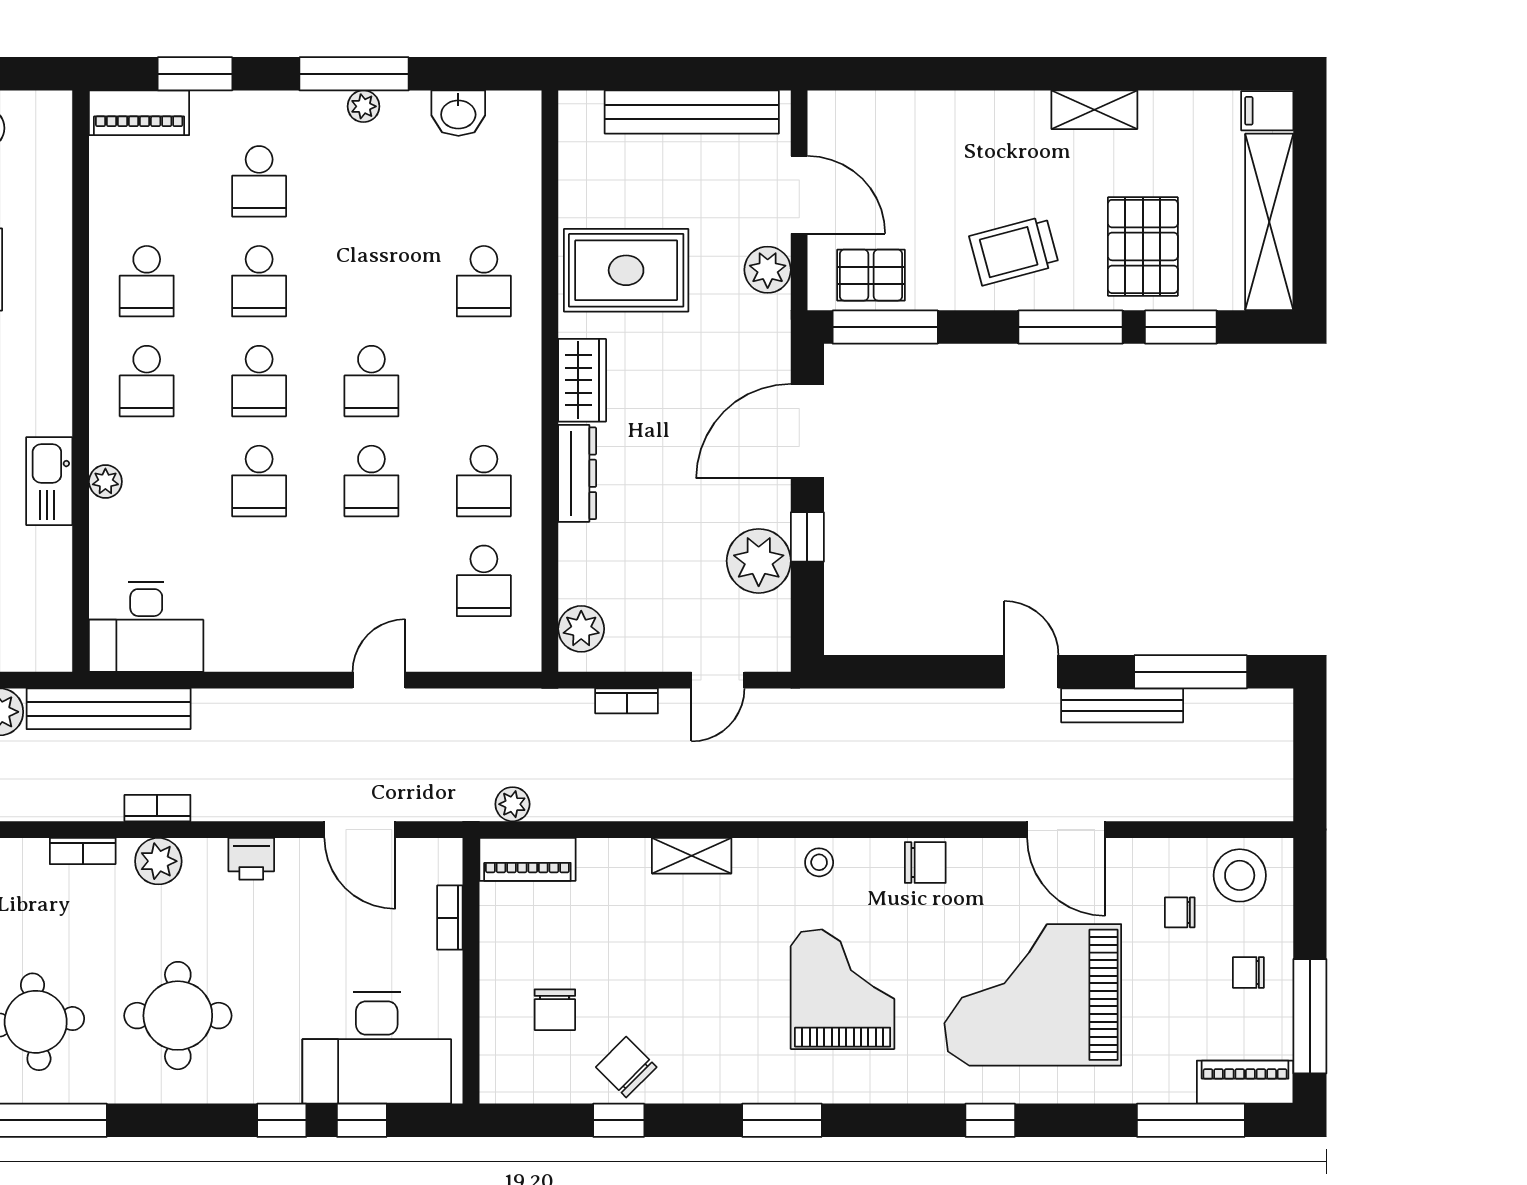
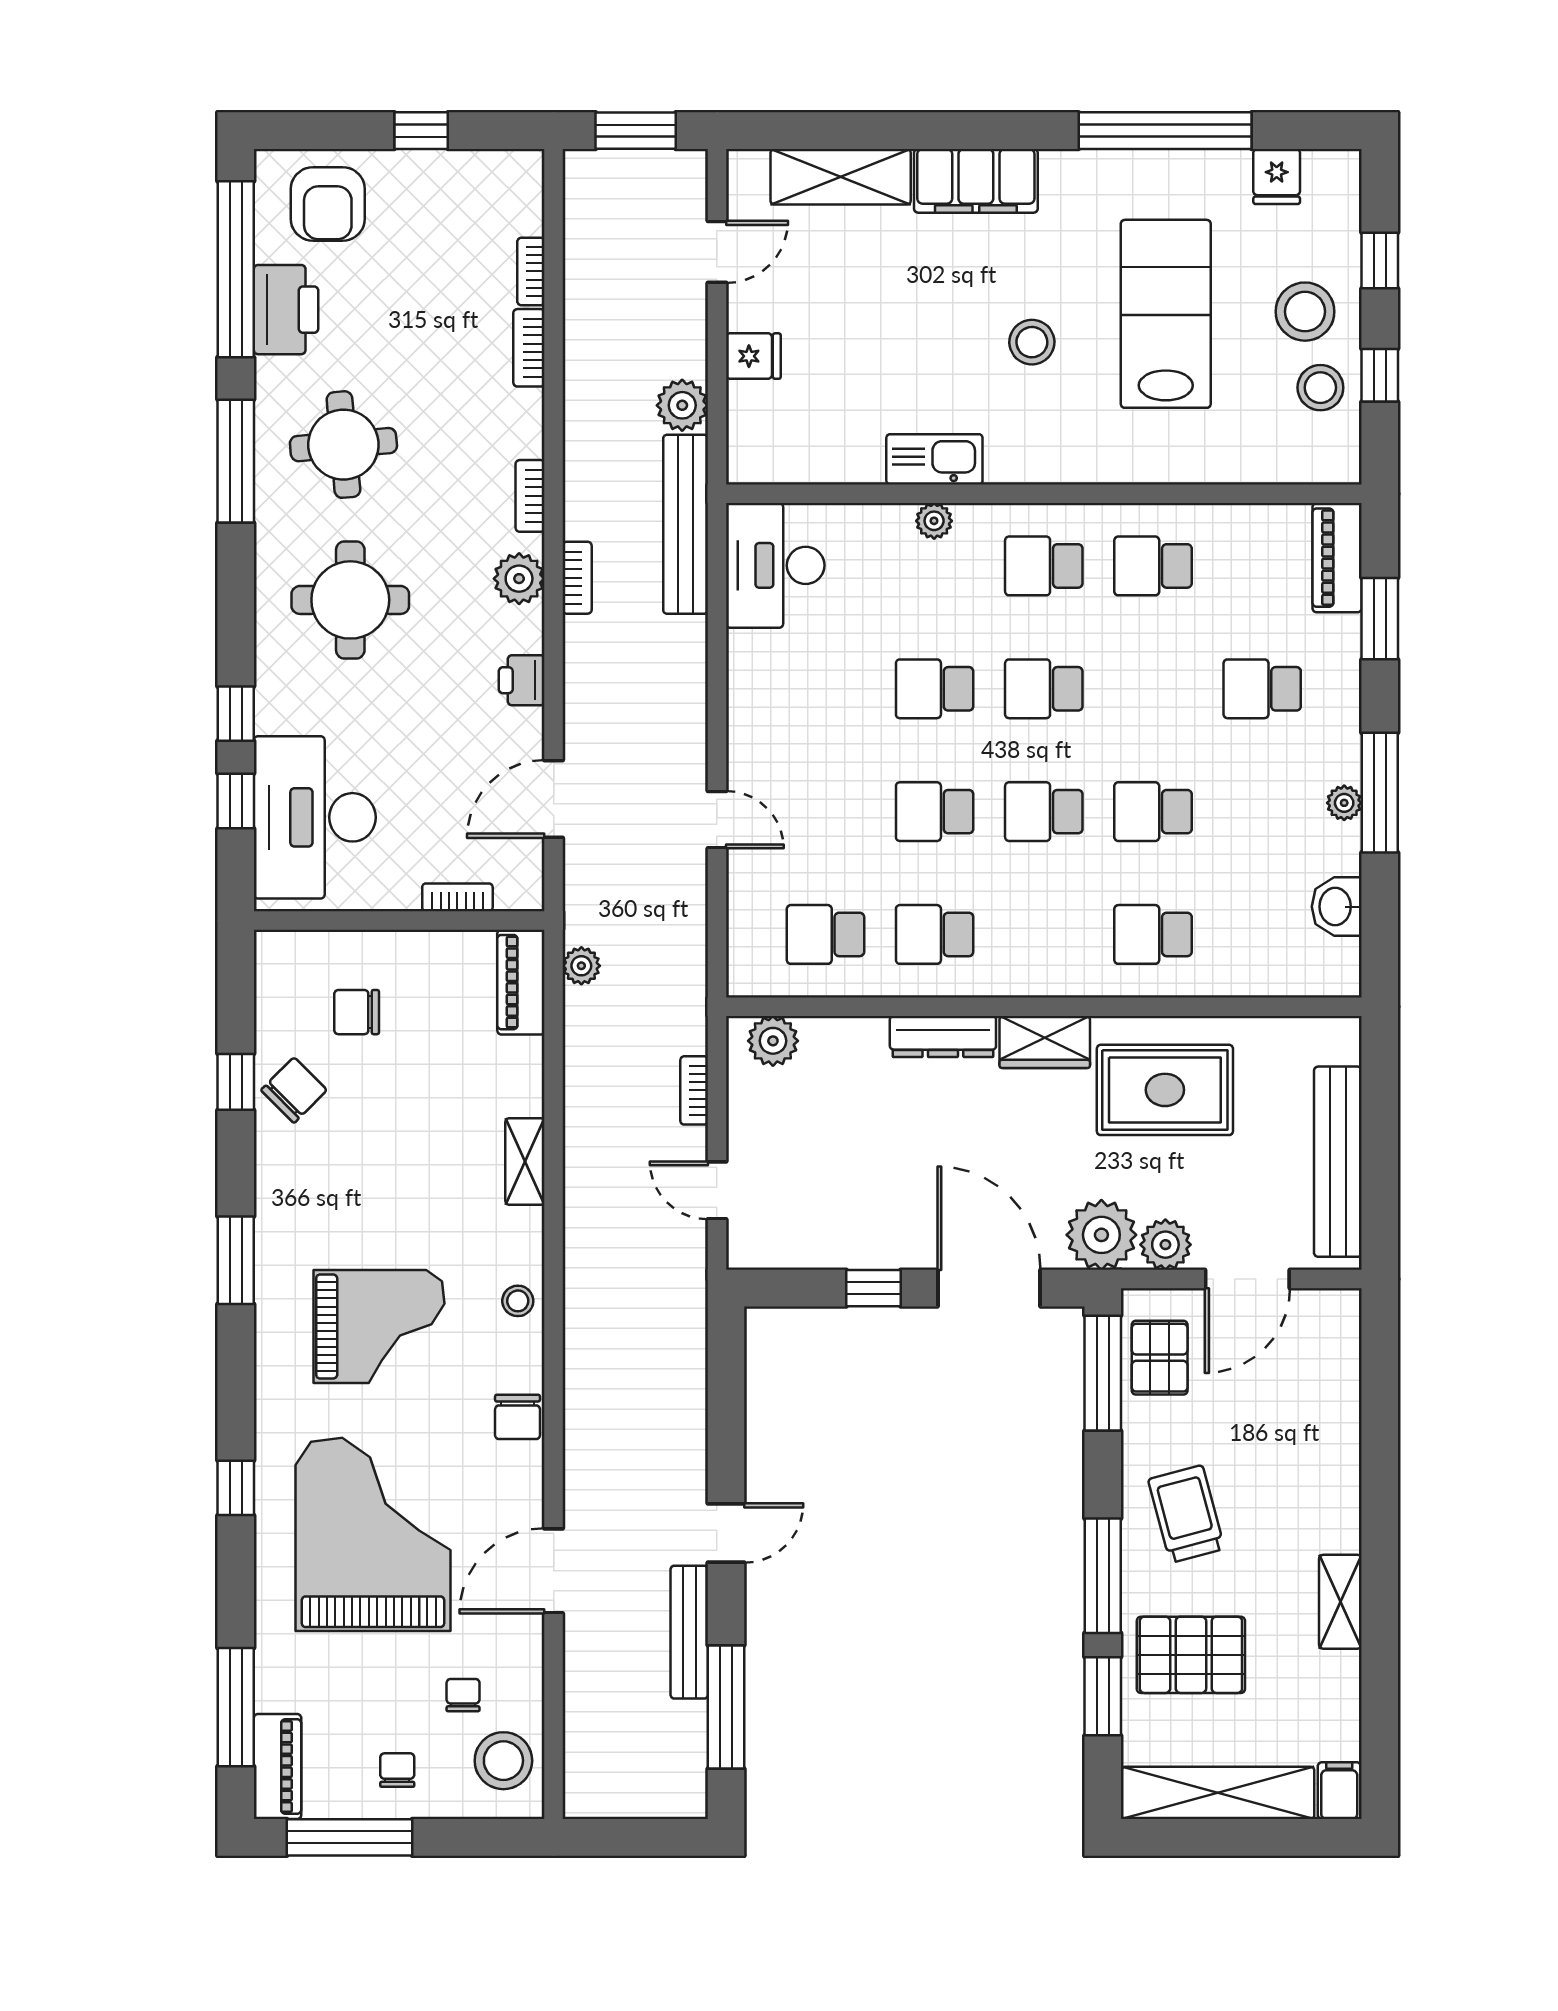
rug: (626, 270) -> (1165, 1090), turned 90
school desk: (259, 281) -> (1153, 812), moved
plant: (759, 561) -> (1101, 1235), moved

